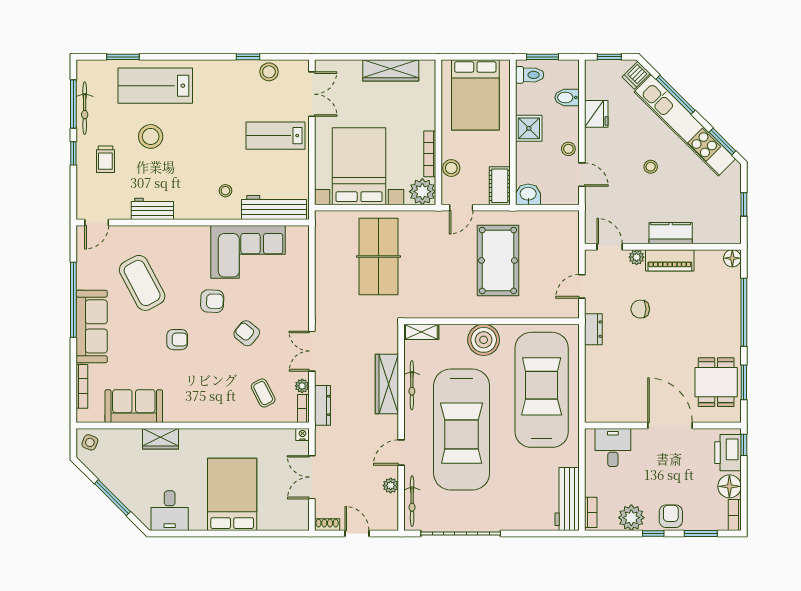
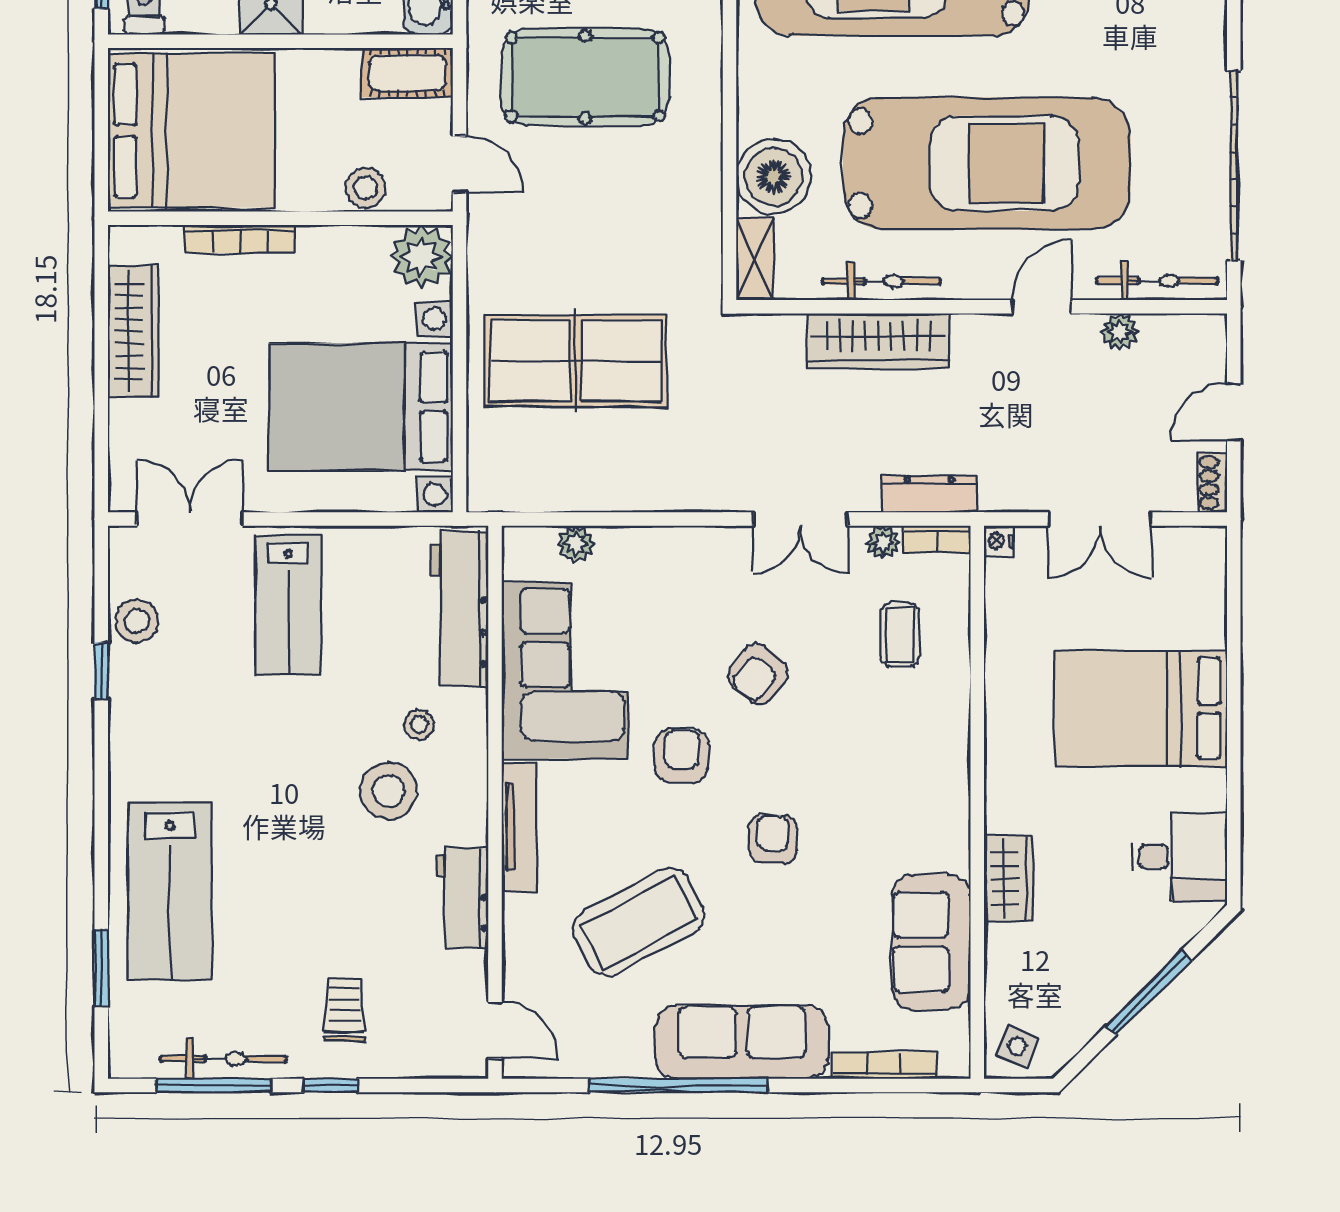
bed: (475, 95) -> (191, 131), width x1.36
stool: (151, 136) -> (388, 791), moved
bookcase: (430, 154) -> (240, 239), moved
trolley: (105, 159) -> (345, 1009), turned -90
tv unit: (182, 233) -> (519, 827), added
plant: (301, 257) -> (576, 544), added
boiler: (484, 340) -> (774, 177), moved
coffee table: (263, 393) -> (900, 635), turned -63
door: (401, 453) -> (1041, 307), swing flipped

